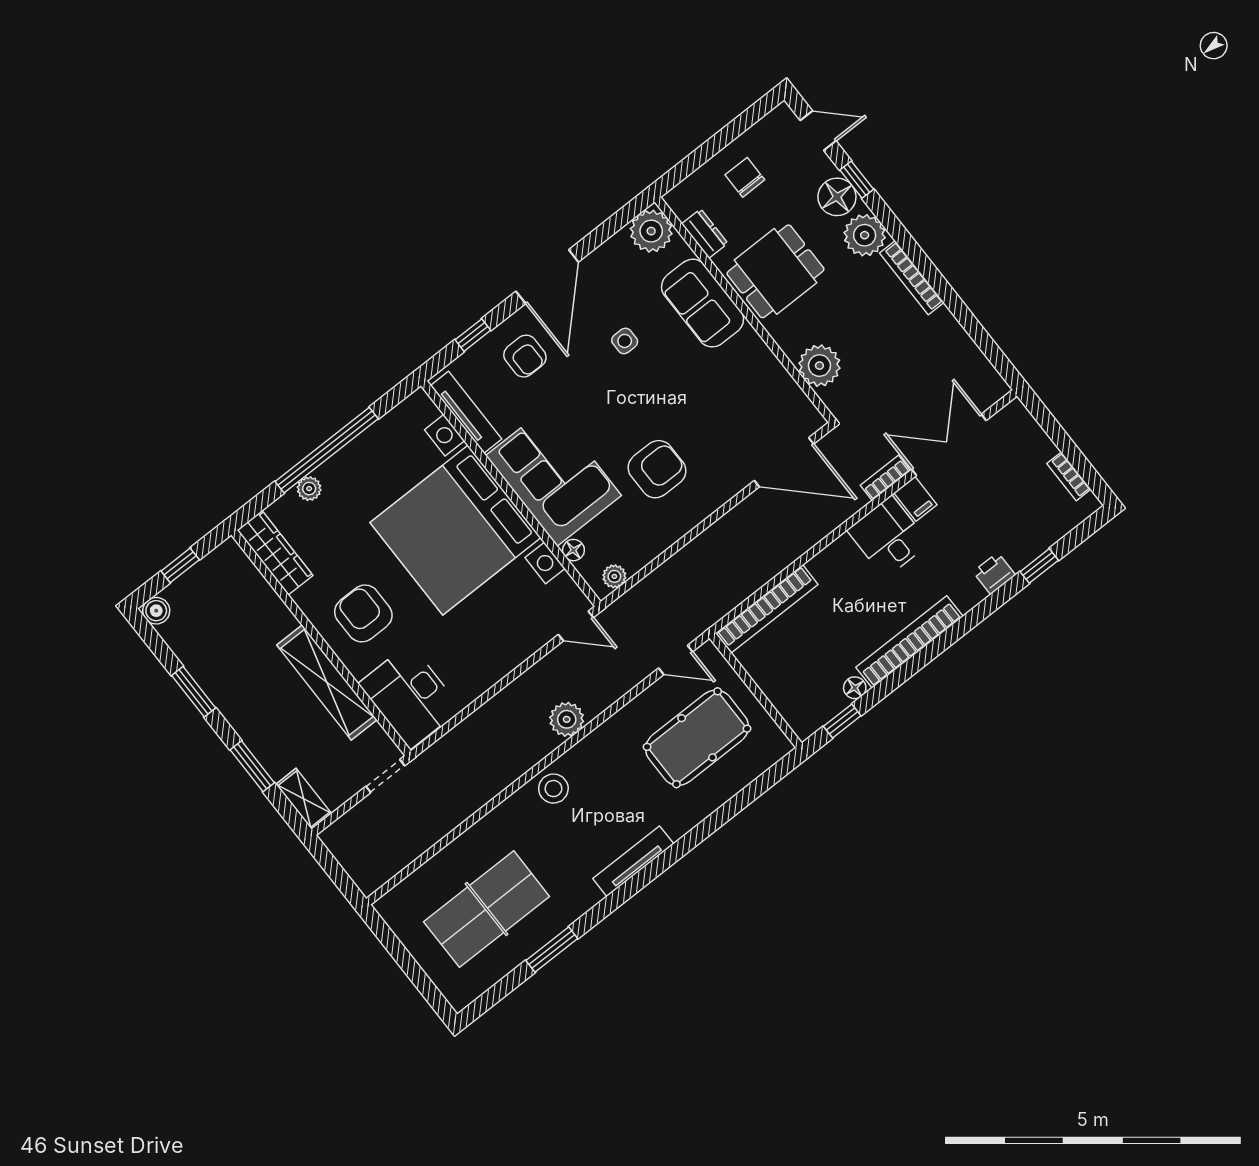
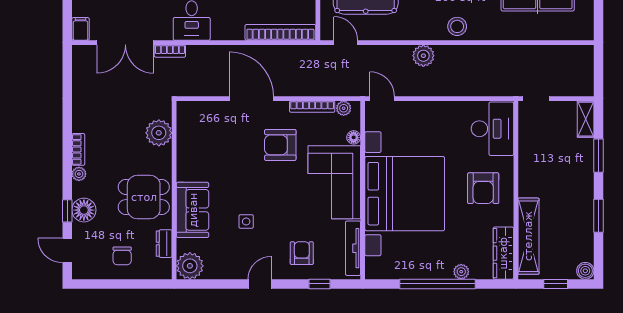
plant: (865, 235) -> (79, 174), width x0.53, depth x0.53
door: (547, 277) -> (260, 284), width x0.53
bookcase: (912, 278) -> (78, 149), width x0.64
door: (784, 462) -> (251, 99), moved
filing cabinet: (915, 499) -> (81, 29), moved
bookcase: (655, 548) -> (312, 107), added
shelving: (327, 682) -> (528, 236), moved

